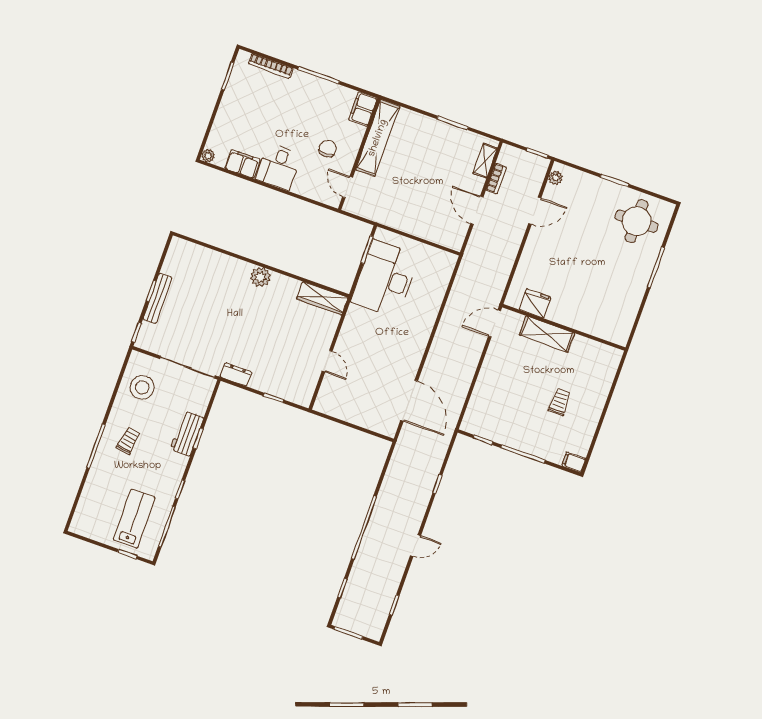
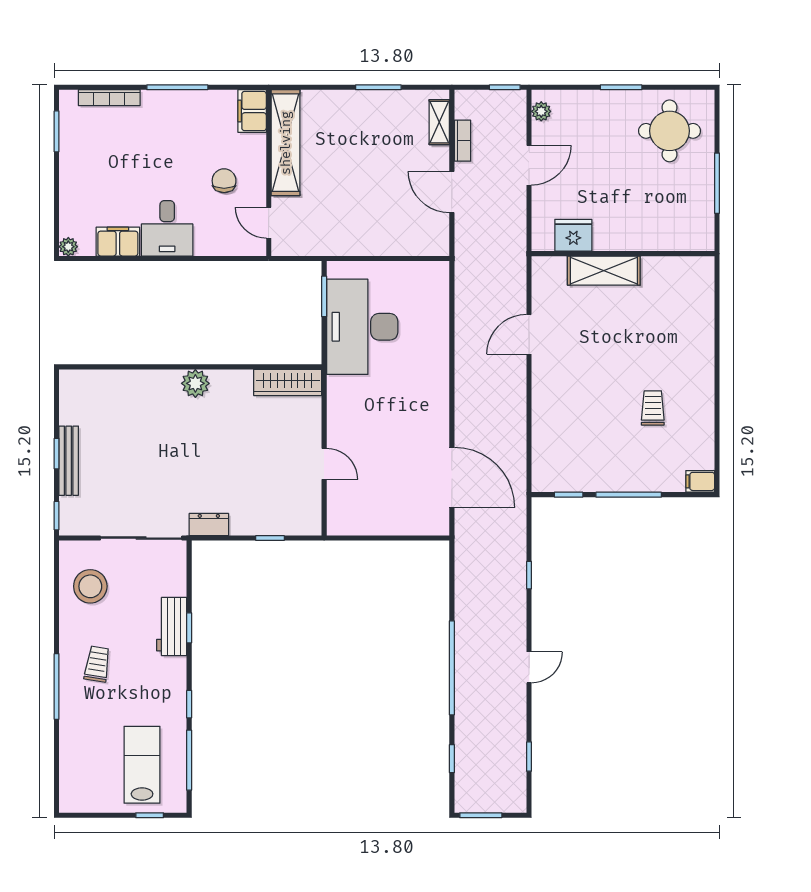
fridge: (535, 303) -> (573, 235), moved
wall: (564, 327) -> (623, 254), moved
shelving: (547, 334) -> (604, 271), moved

